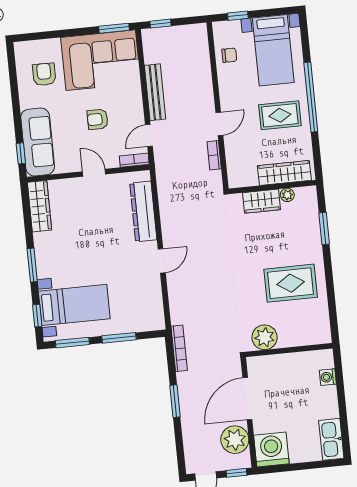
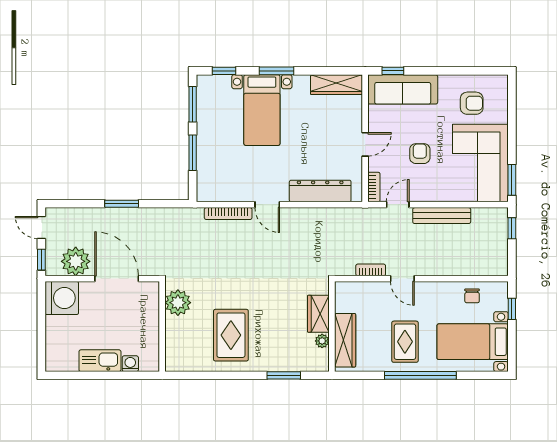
door: (149, 136) -> (398, 205), hinge flipped
bed with nightstands: (74, 305) -> (262, 110), moved
bookcase: (179, 348) -> (228, 214), moved
kitchen sink: (331, 439) -> (100, 361), moved

